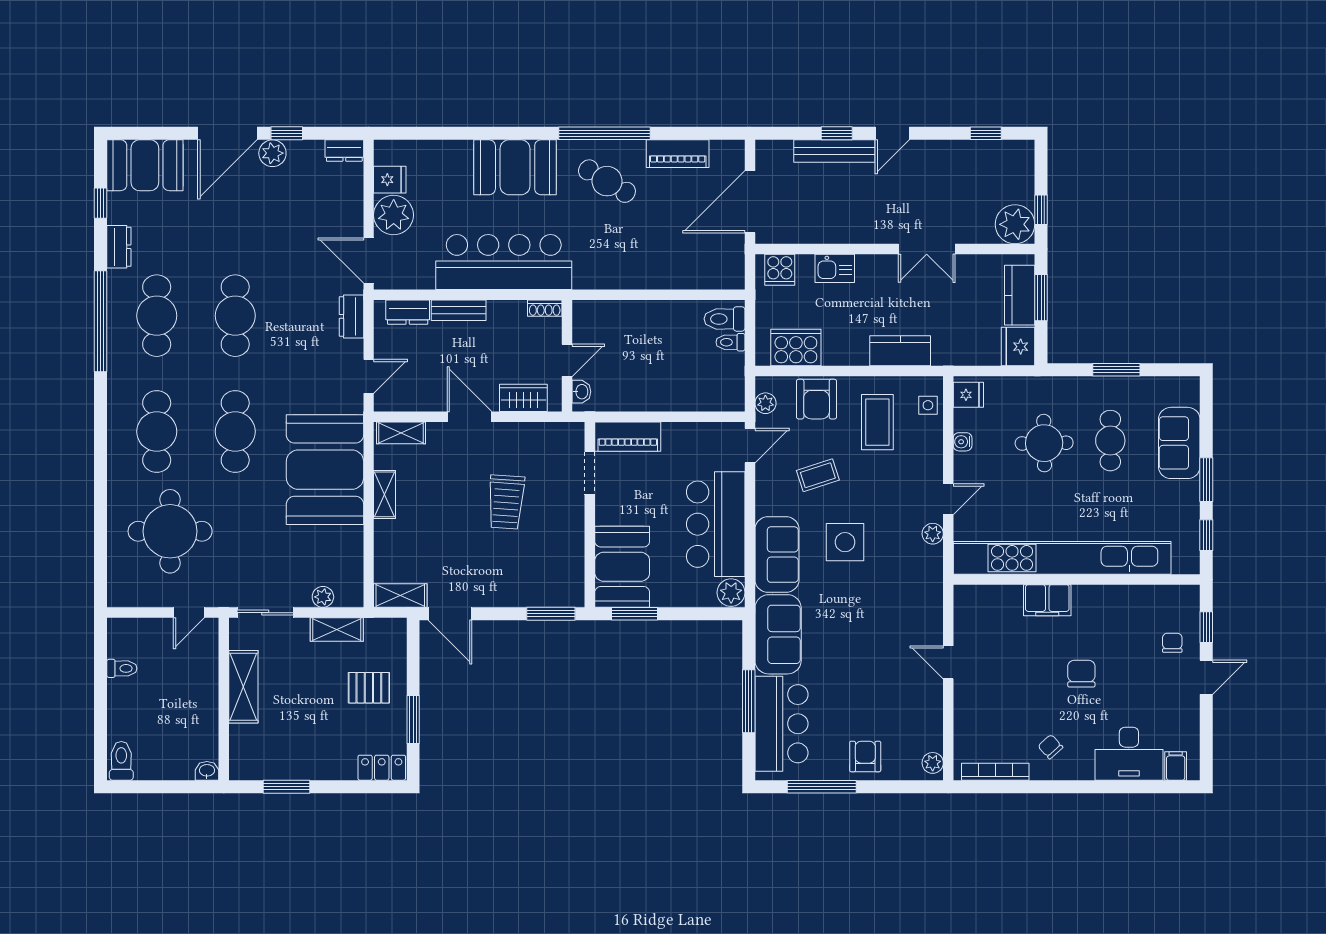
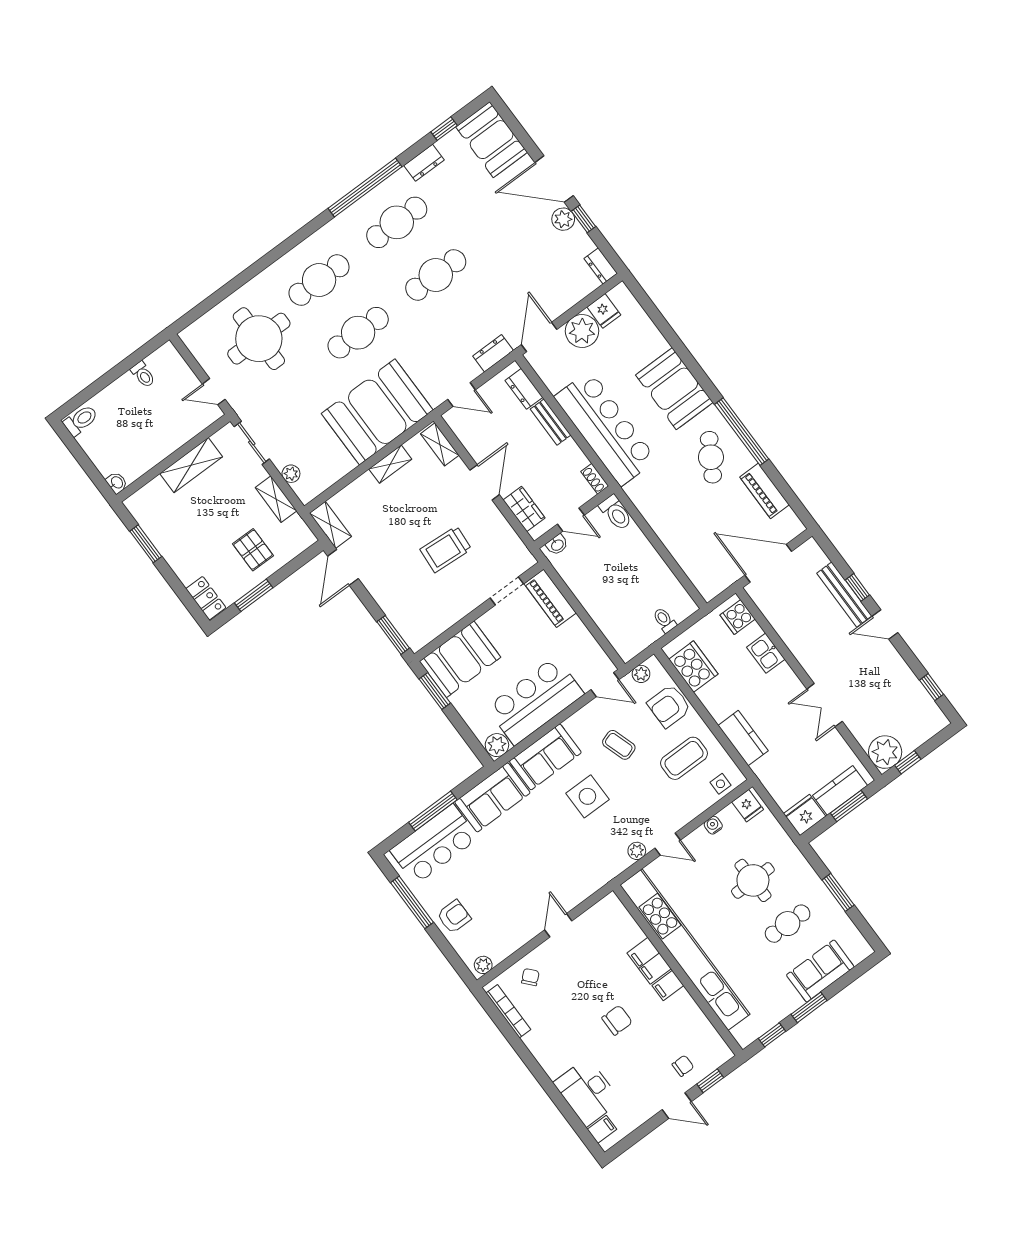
toilet: (725, 319) -> (616, 513), moved, turned 180
filing cabinet: (1084, 600) -> (668, 985), added
chair: (1050, 747) -> (530, 977), moved

